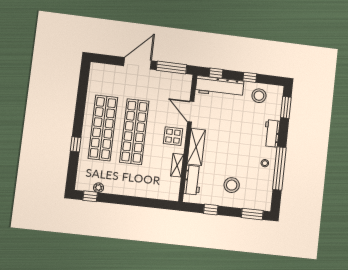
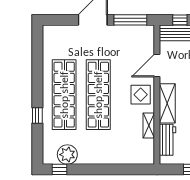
door: (191, 112) -> (157, 66), hinge flipped
plant: (99, 188) -> (67, 155), width x1.88, depth x1.88

